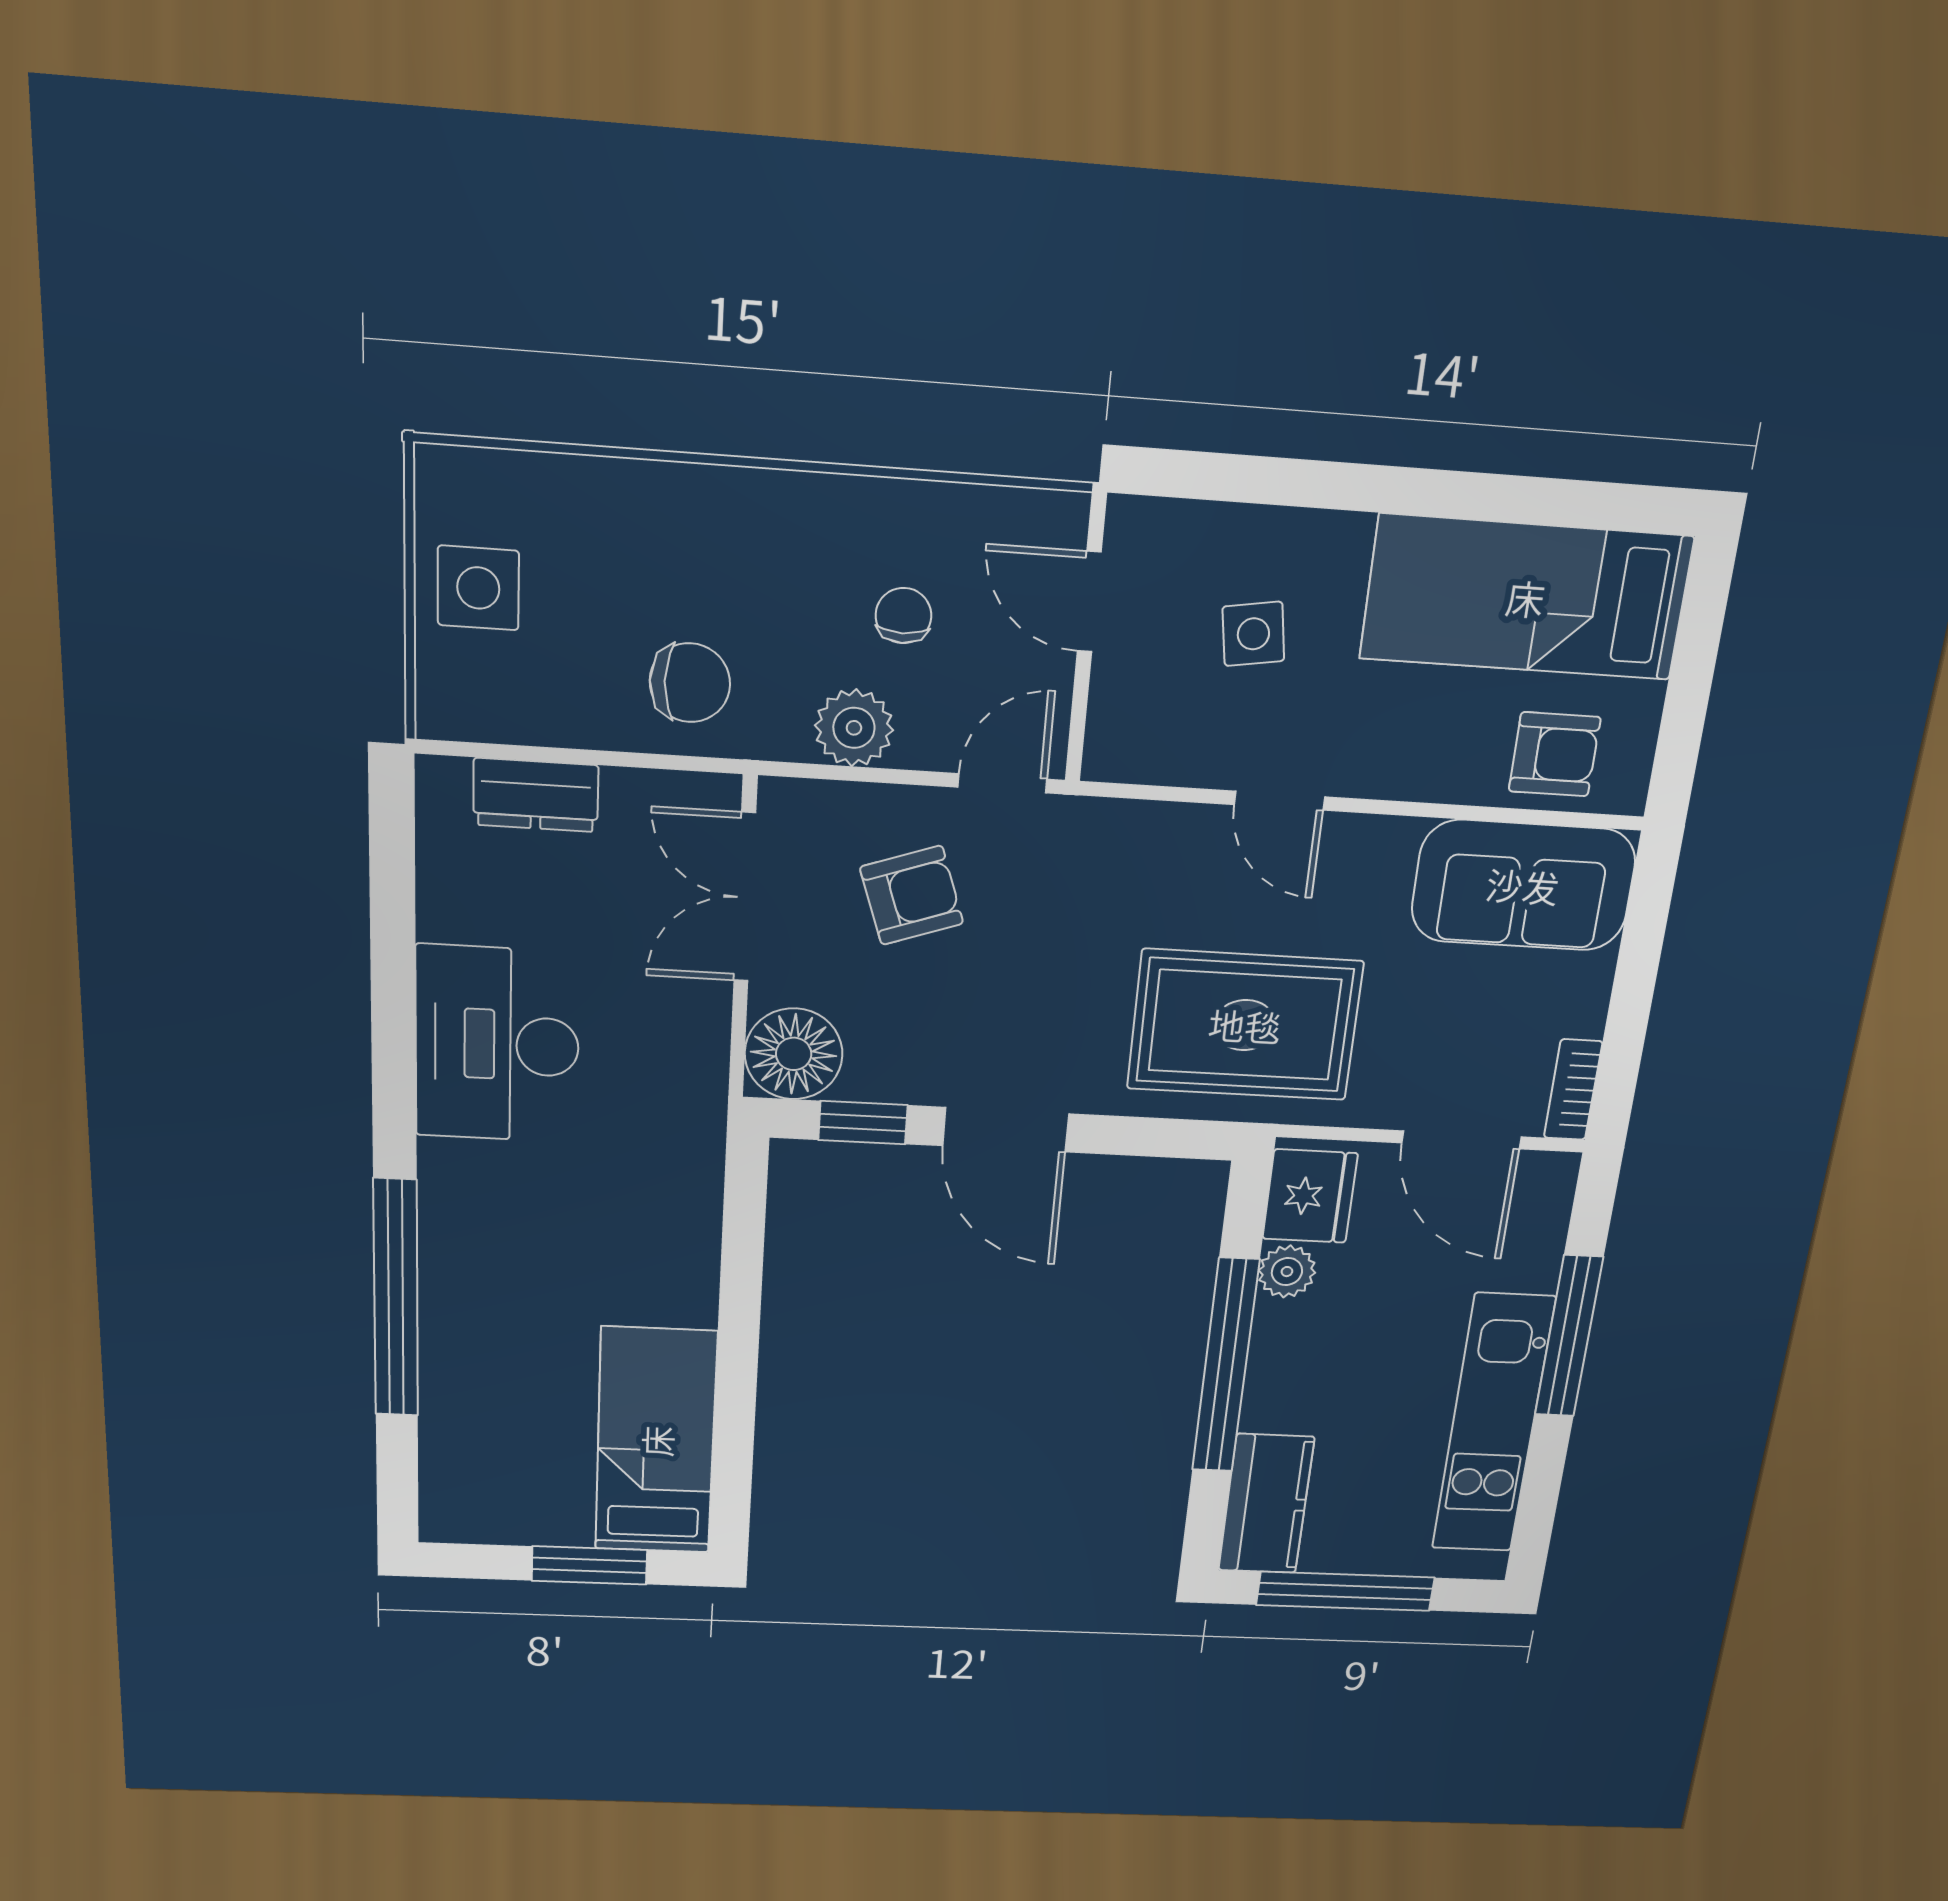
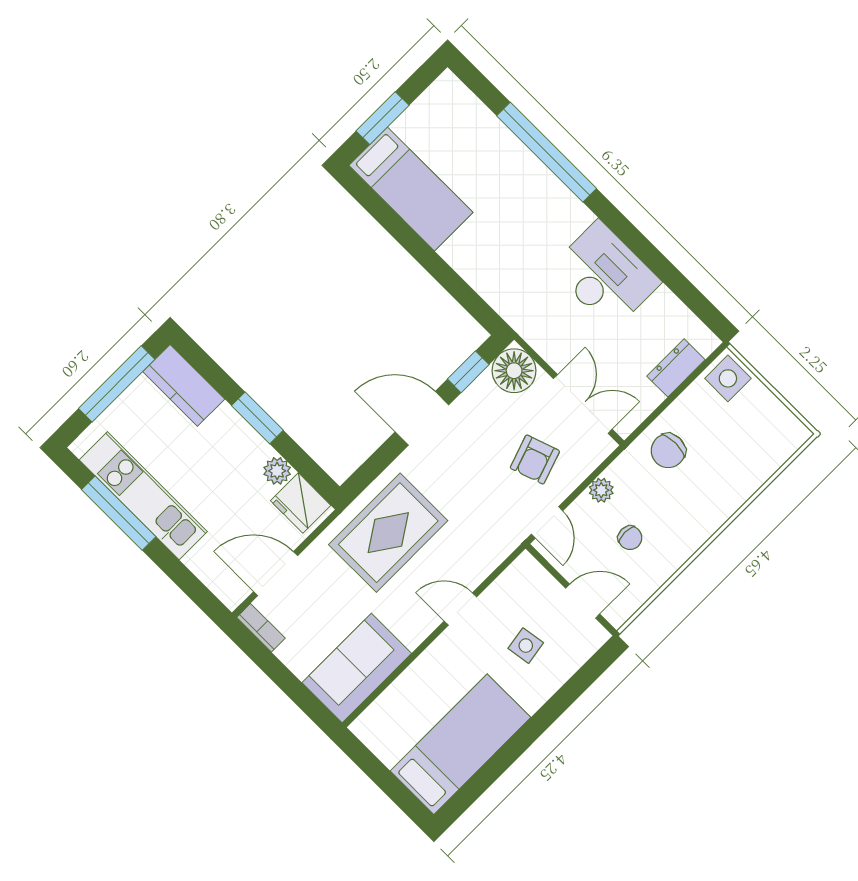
side table: (478, 588) -> (728, 378), moved
plant: (854, 728) -> (601, 490), width x0.73, depth x0.73
armchair: (1555, 754) -> (396, 714), removed
window: (1569, 1336) -> (119, 513), moved
window: (1226, 1366) -> (257, 418), width x0.47

